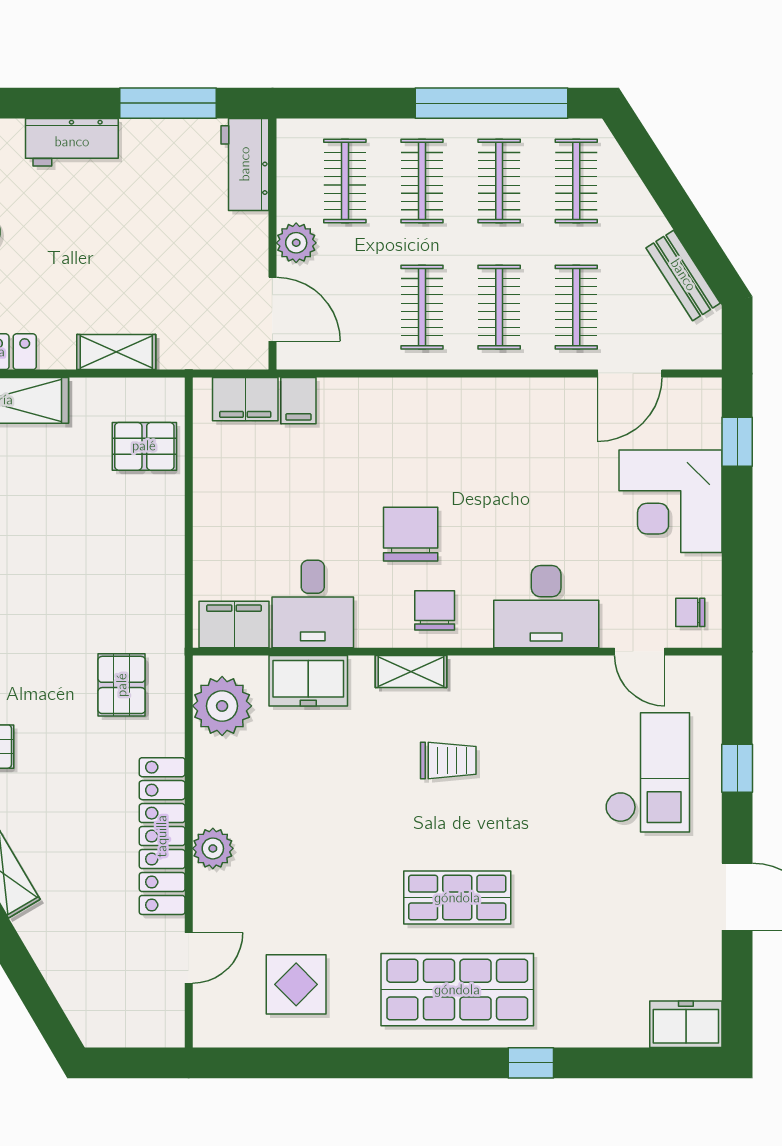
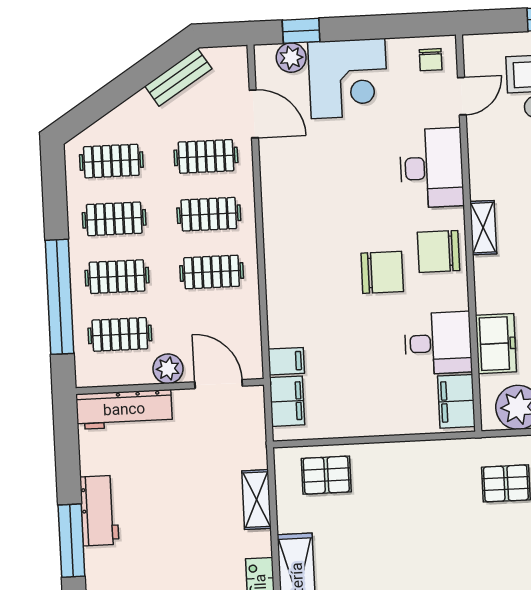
window: (168, 103) -> (71, 541), moved
window: (491, 103) -> (59, 297), moved
workbench: (72, 142) -> (99, 511), moved
workbench: (245, 164) -> (124, 409), width x1.38
door: (272, 309) -> (219, 384), hinge flipped
plant: (702, 427) -> (291, 58), added
pallet: (144, 446) -> (326, 475), turned 90
chair: (411, 534) -> (382, 272), turned 180
chair: (435, 610) -> (439, 251), width x1.37, depth x1.37
shelving: (411, 671) -> (483, 228), moved

